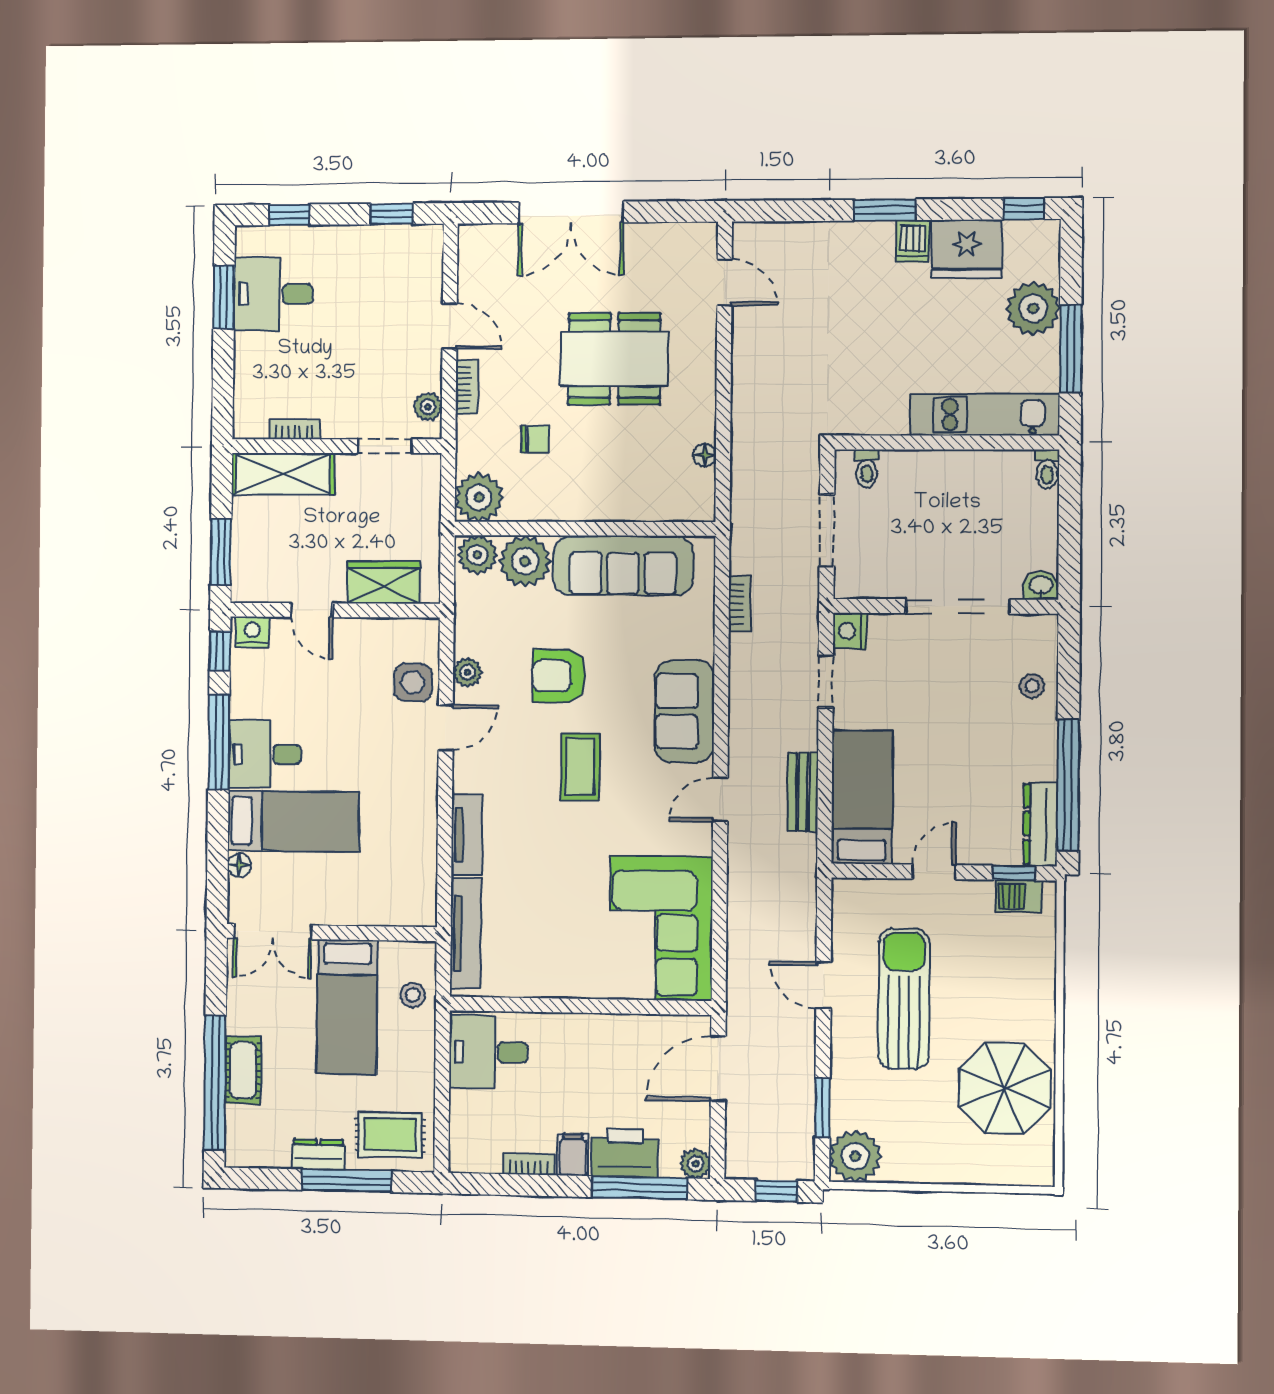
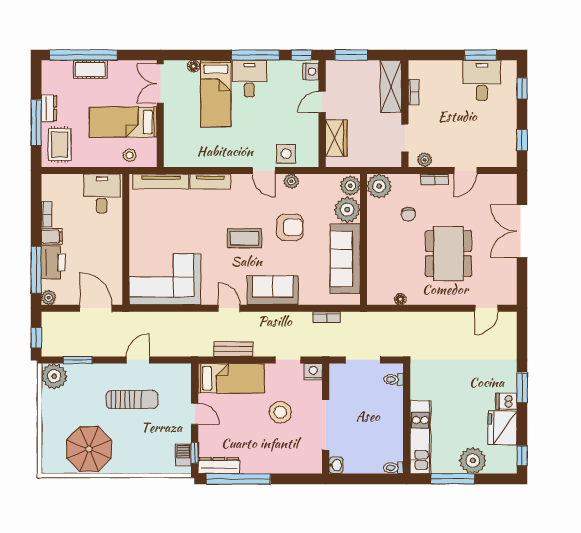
armchair: (559, 676) -> (290, 227), turned 90
stool: (1032, 686) -> (280, 412), moved, width x1.89, depth x1.89
sun lounger: (904, 999) -> (132, 400), width x0.73, depth x0.75

